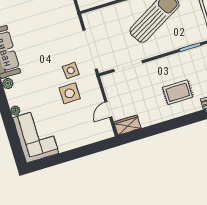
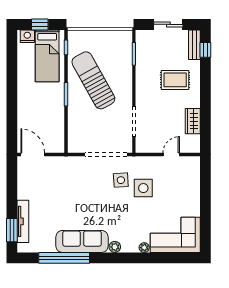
rug: (178, 92) -> (175, 80), turned 90
door: (108, 109) -> (171, 154), swing flipped
wardrobe: (127, 125) -> (193, 121), moved

